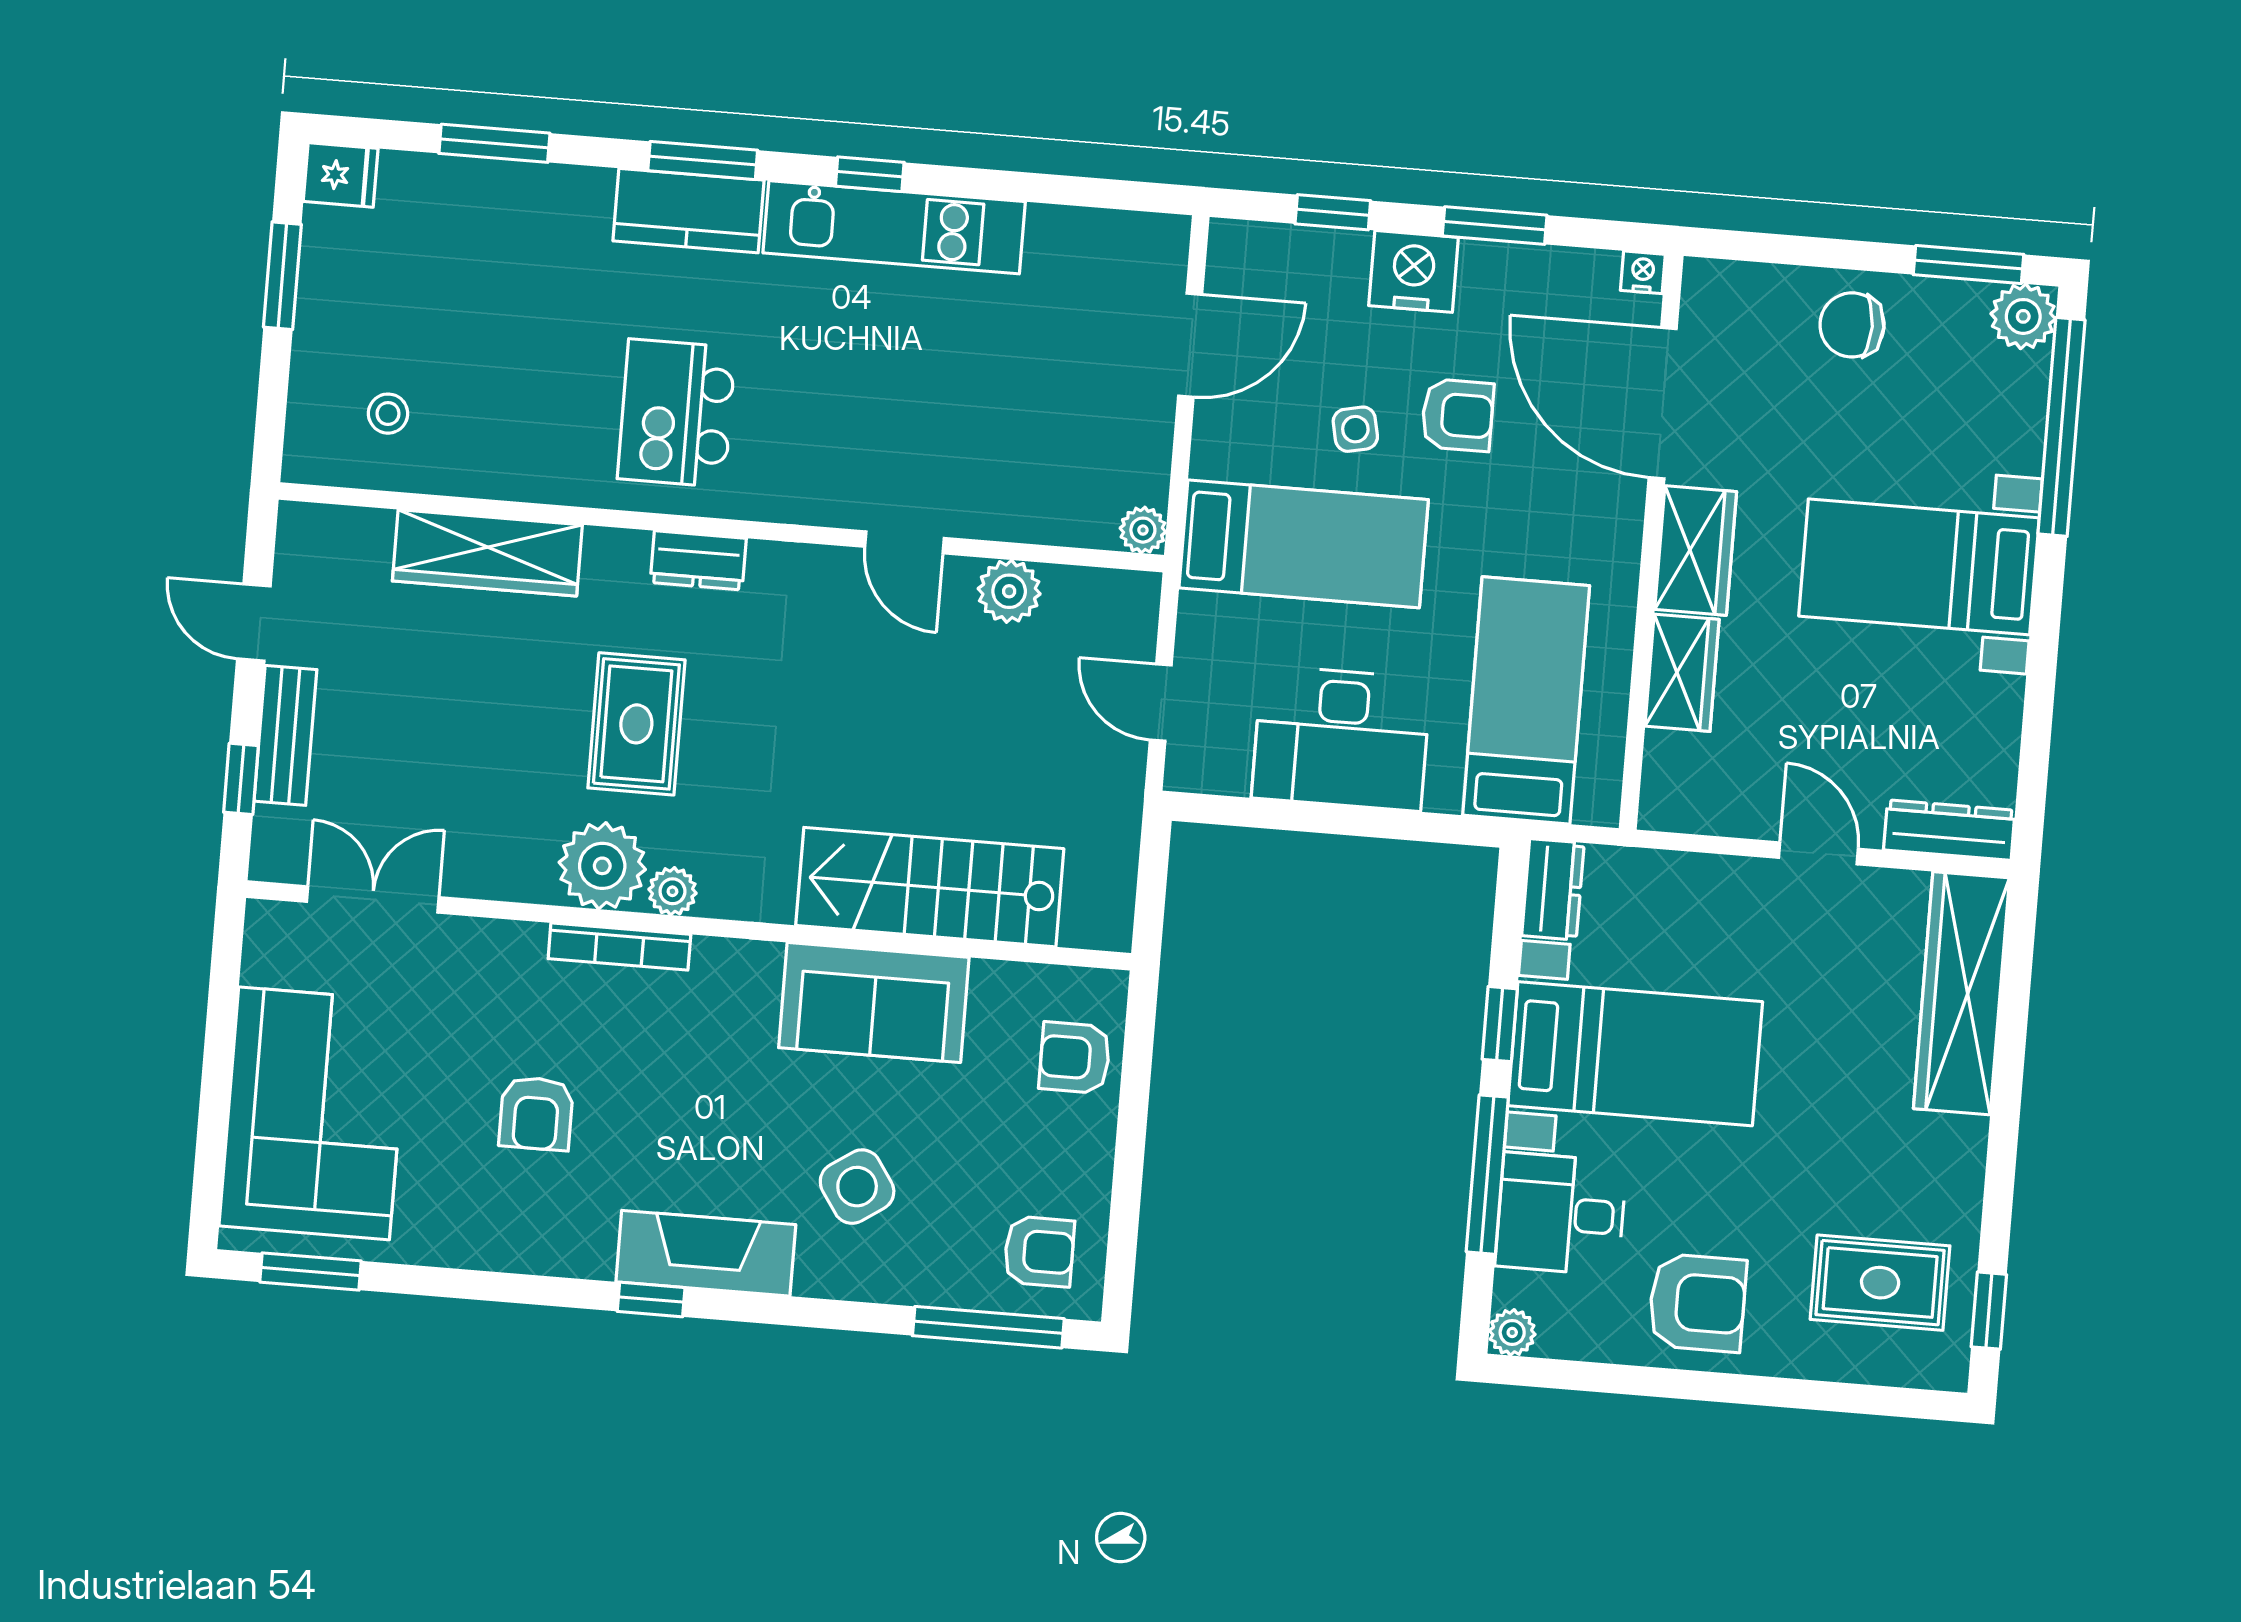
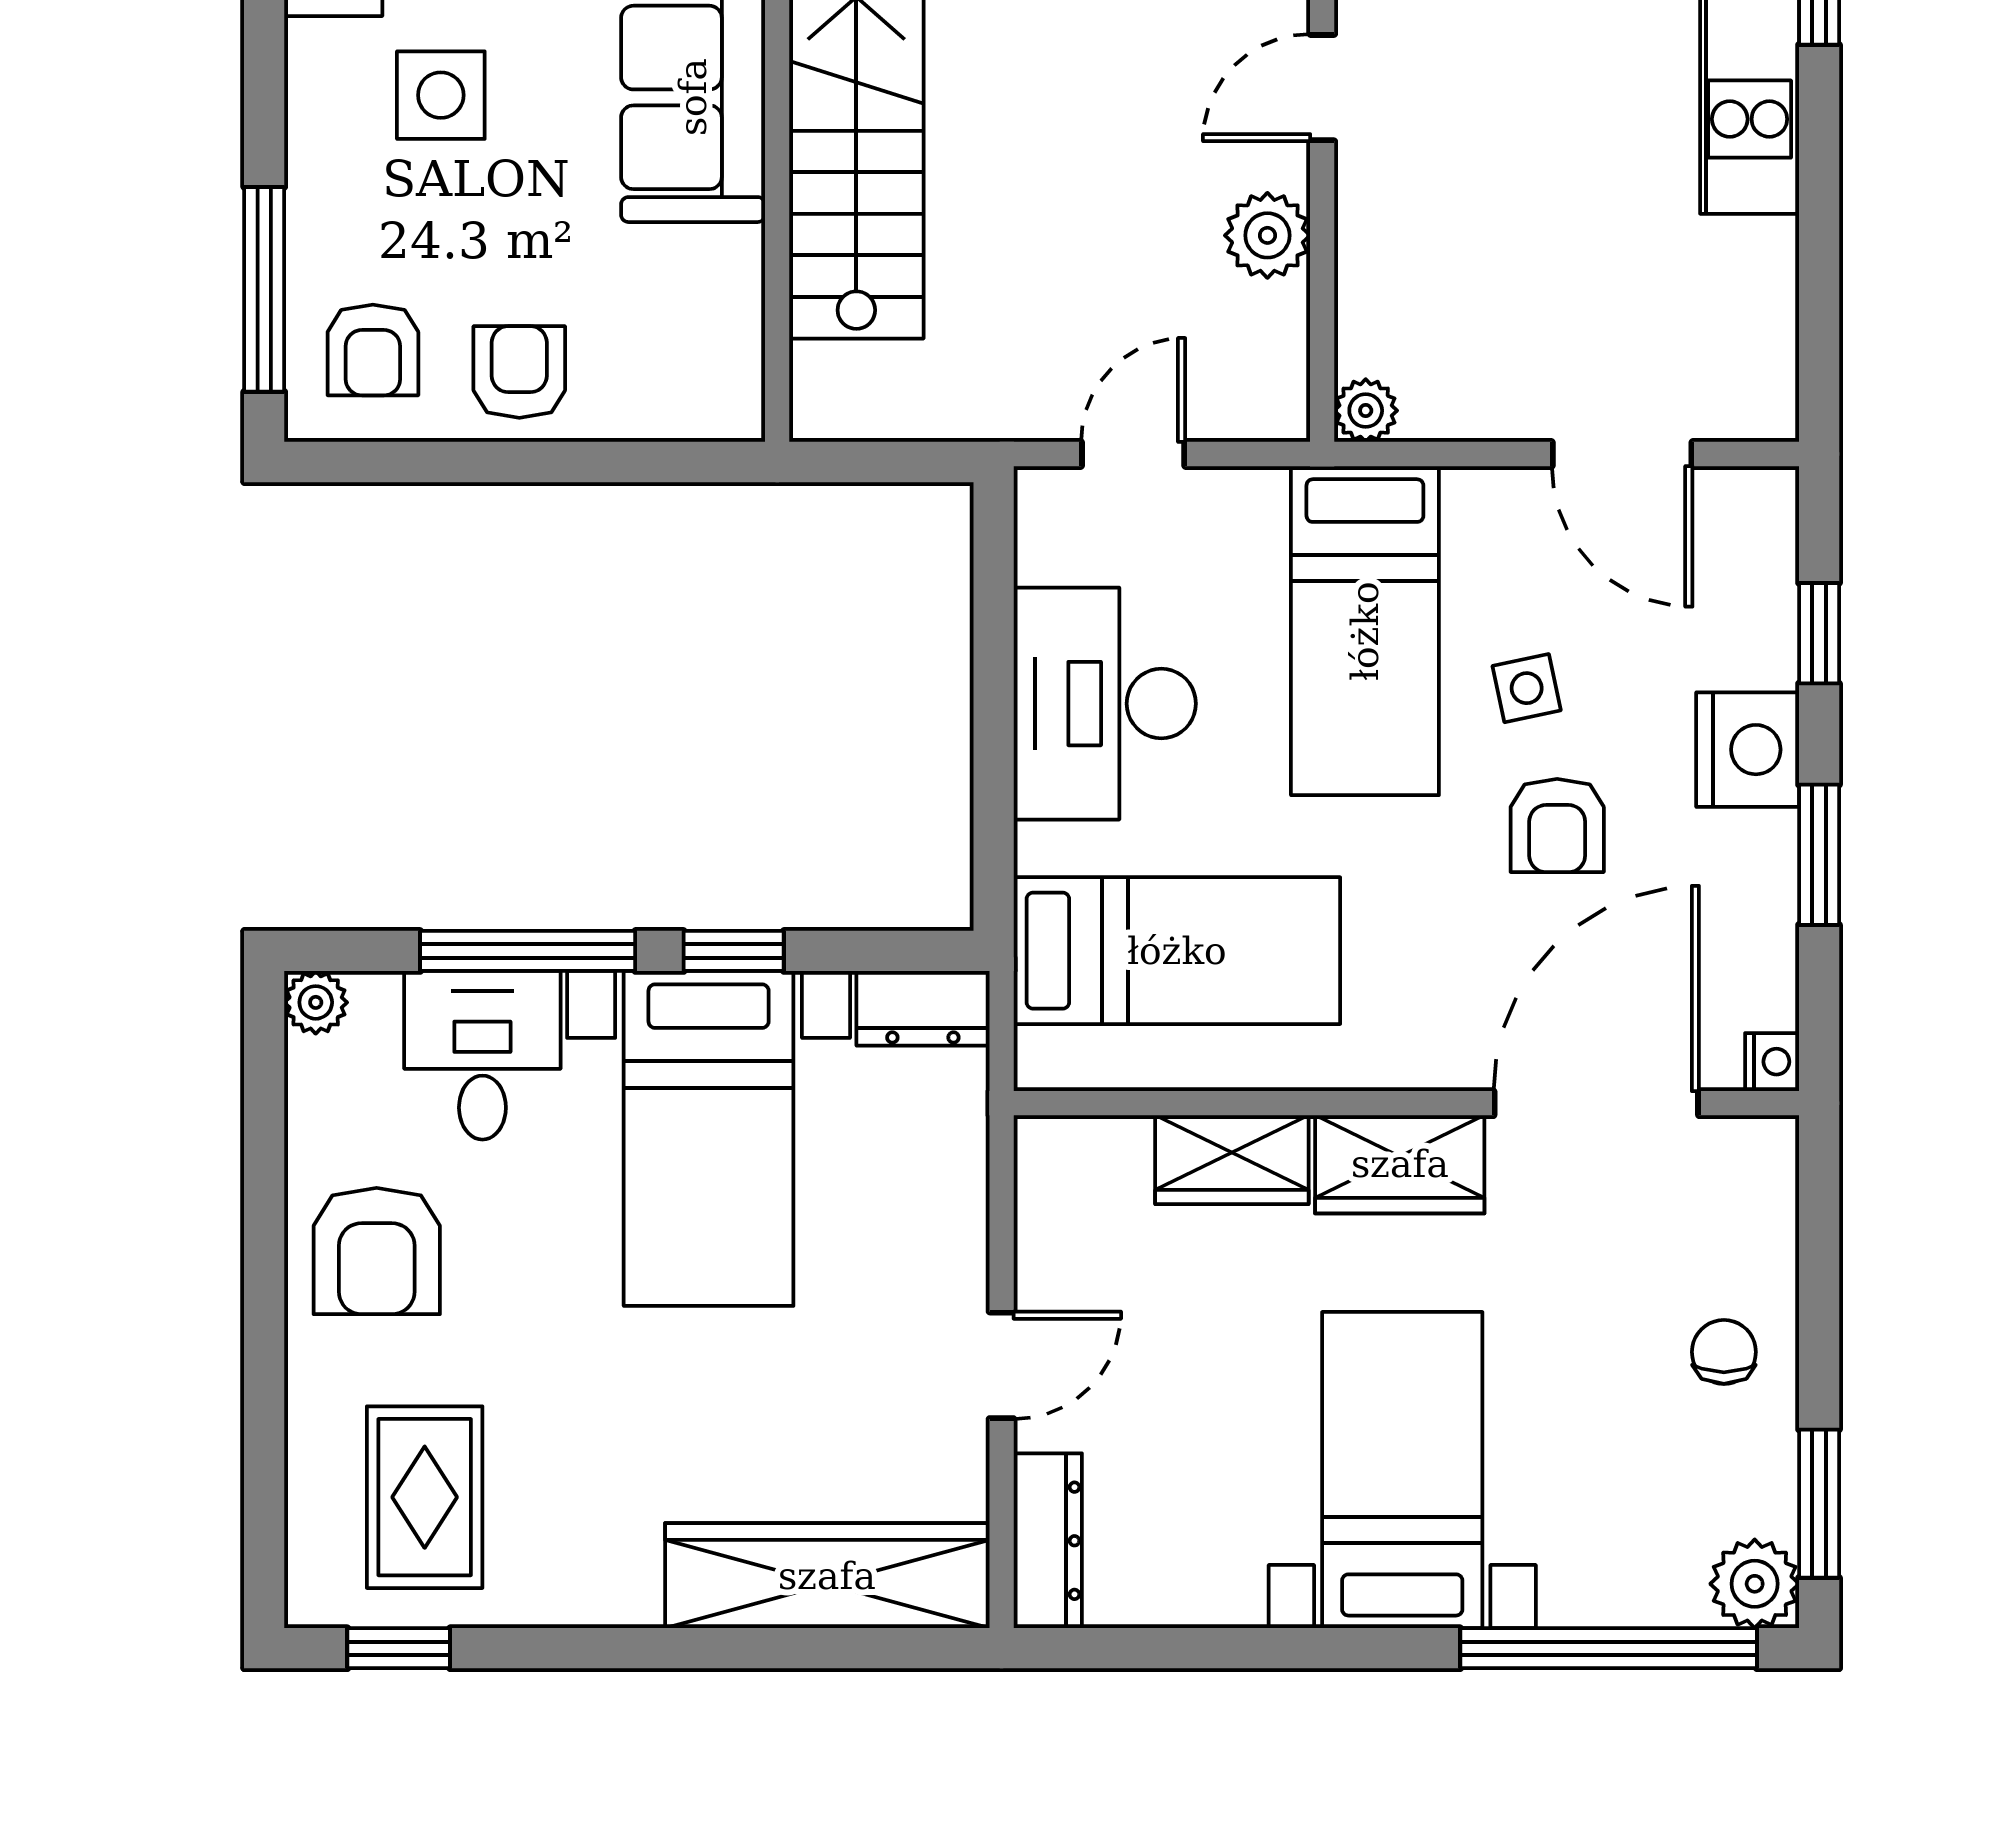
chair: (1852, 325) -> (1724, 1352), width x0.73, depth x0.73
armchair: (1075, 1058) -> (519, 372), moved
side table: (857, 1187) -> (441, 95), turned 34

